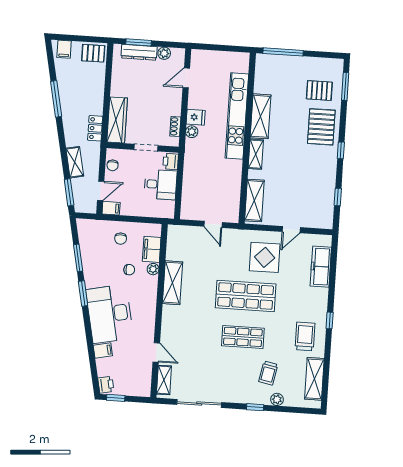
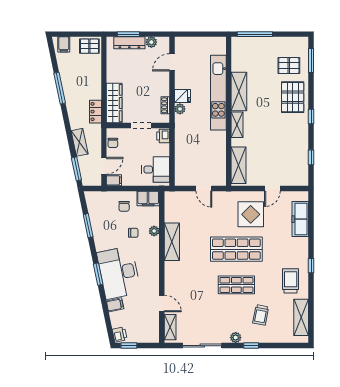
desk: (160, 185) -> (156, 170), moved
filing cabinet: (152, 249) -> (148, 198), moved, turned -90
window: (83, 293) -> (98, 274), moved
plant: (277, 399) -> (236, 338), moved

